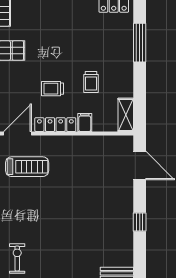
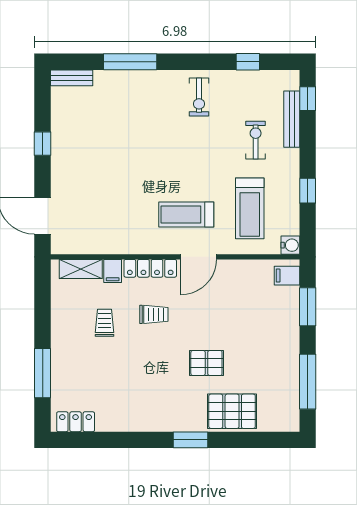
shelving: (126, 115) -> (81, 269), moved, turned 90

